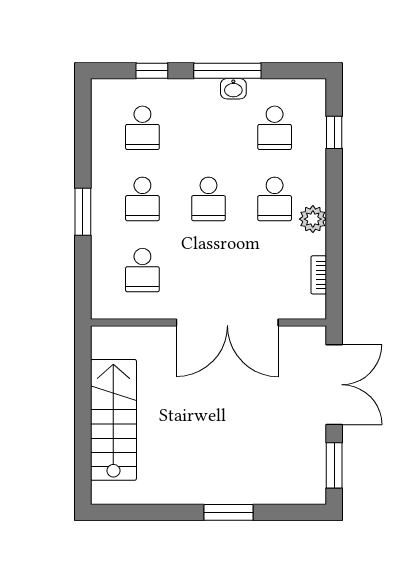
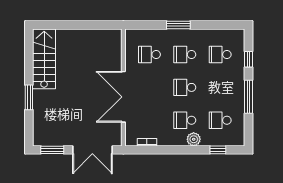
washbasin: (233, 89) -> (240, 100), removed
plant: (313, 219) -> (194, 139), moved
stairs: (113, 420) -> (44, 59), moved, turned -90

